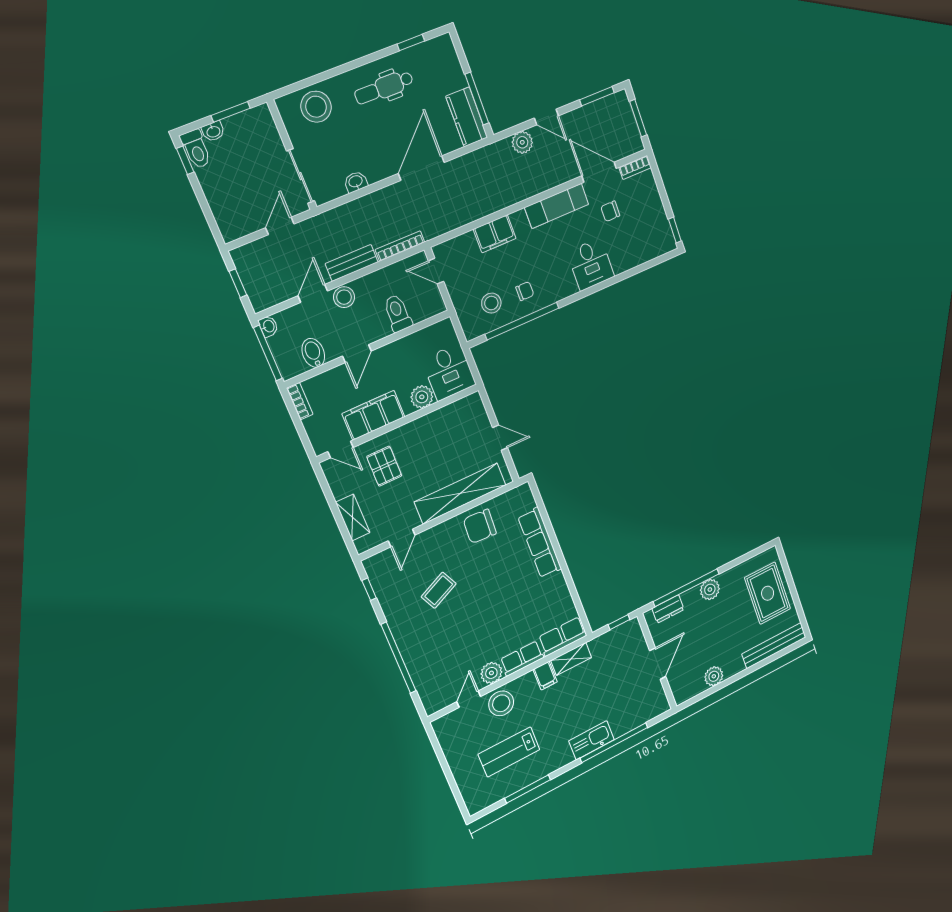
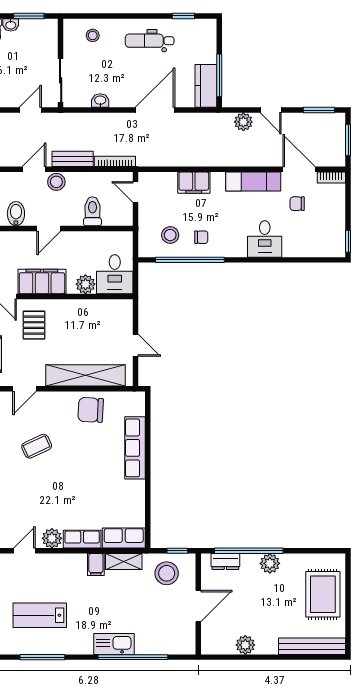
stool: (316, 107) -> (93, 35), width x0.53, depth x0.53
stool: (501, 703) -> (167, 573), moved

